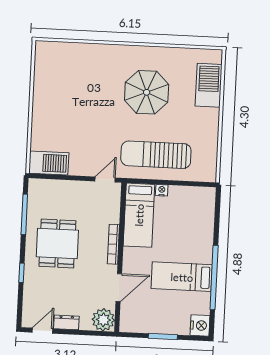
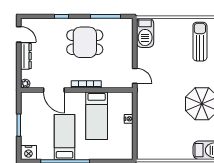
sun lounger: (156, 155) -> (200, 42), moved, width x0.73, depth x0.75
bed: (139, 215) -> (97, 116), moved, turned -90
plant: (103, 320) -> (25, 84), width x0.53, depth x0.53
dresser: (66, 322) -> (26, 56), width x1.44

